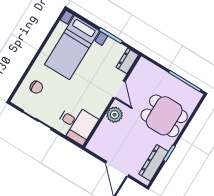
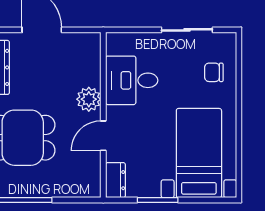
door: (119, 90) -> (103, 136), hinge flipped
desk: (76, 124) -> (132, 80), moved

